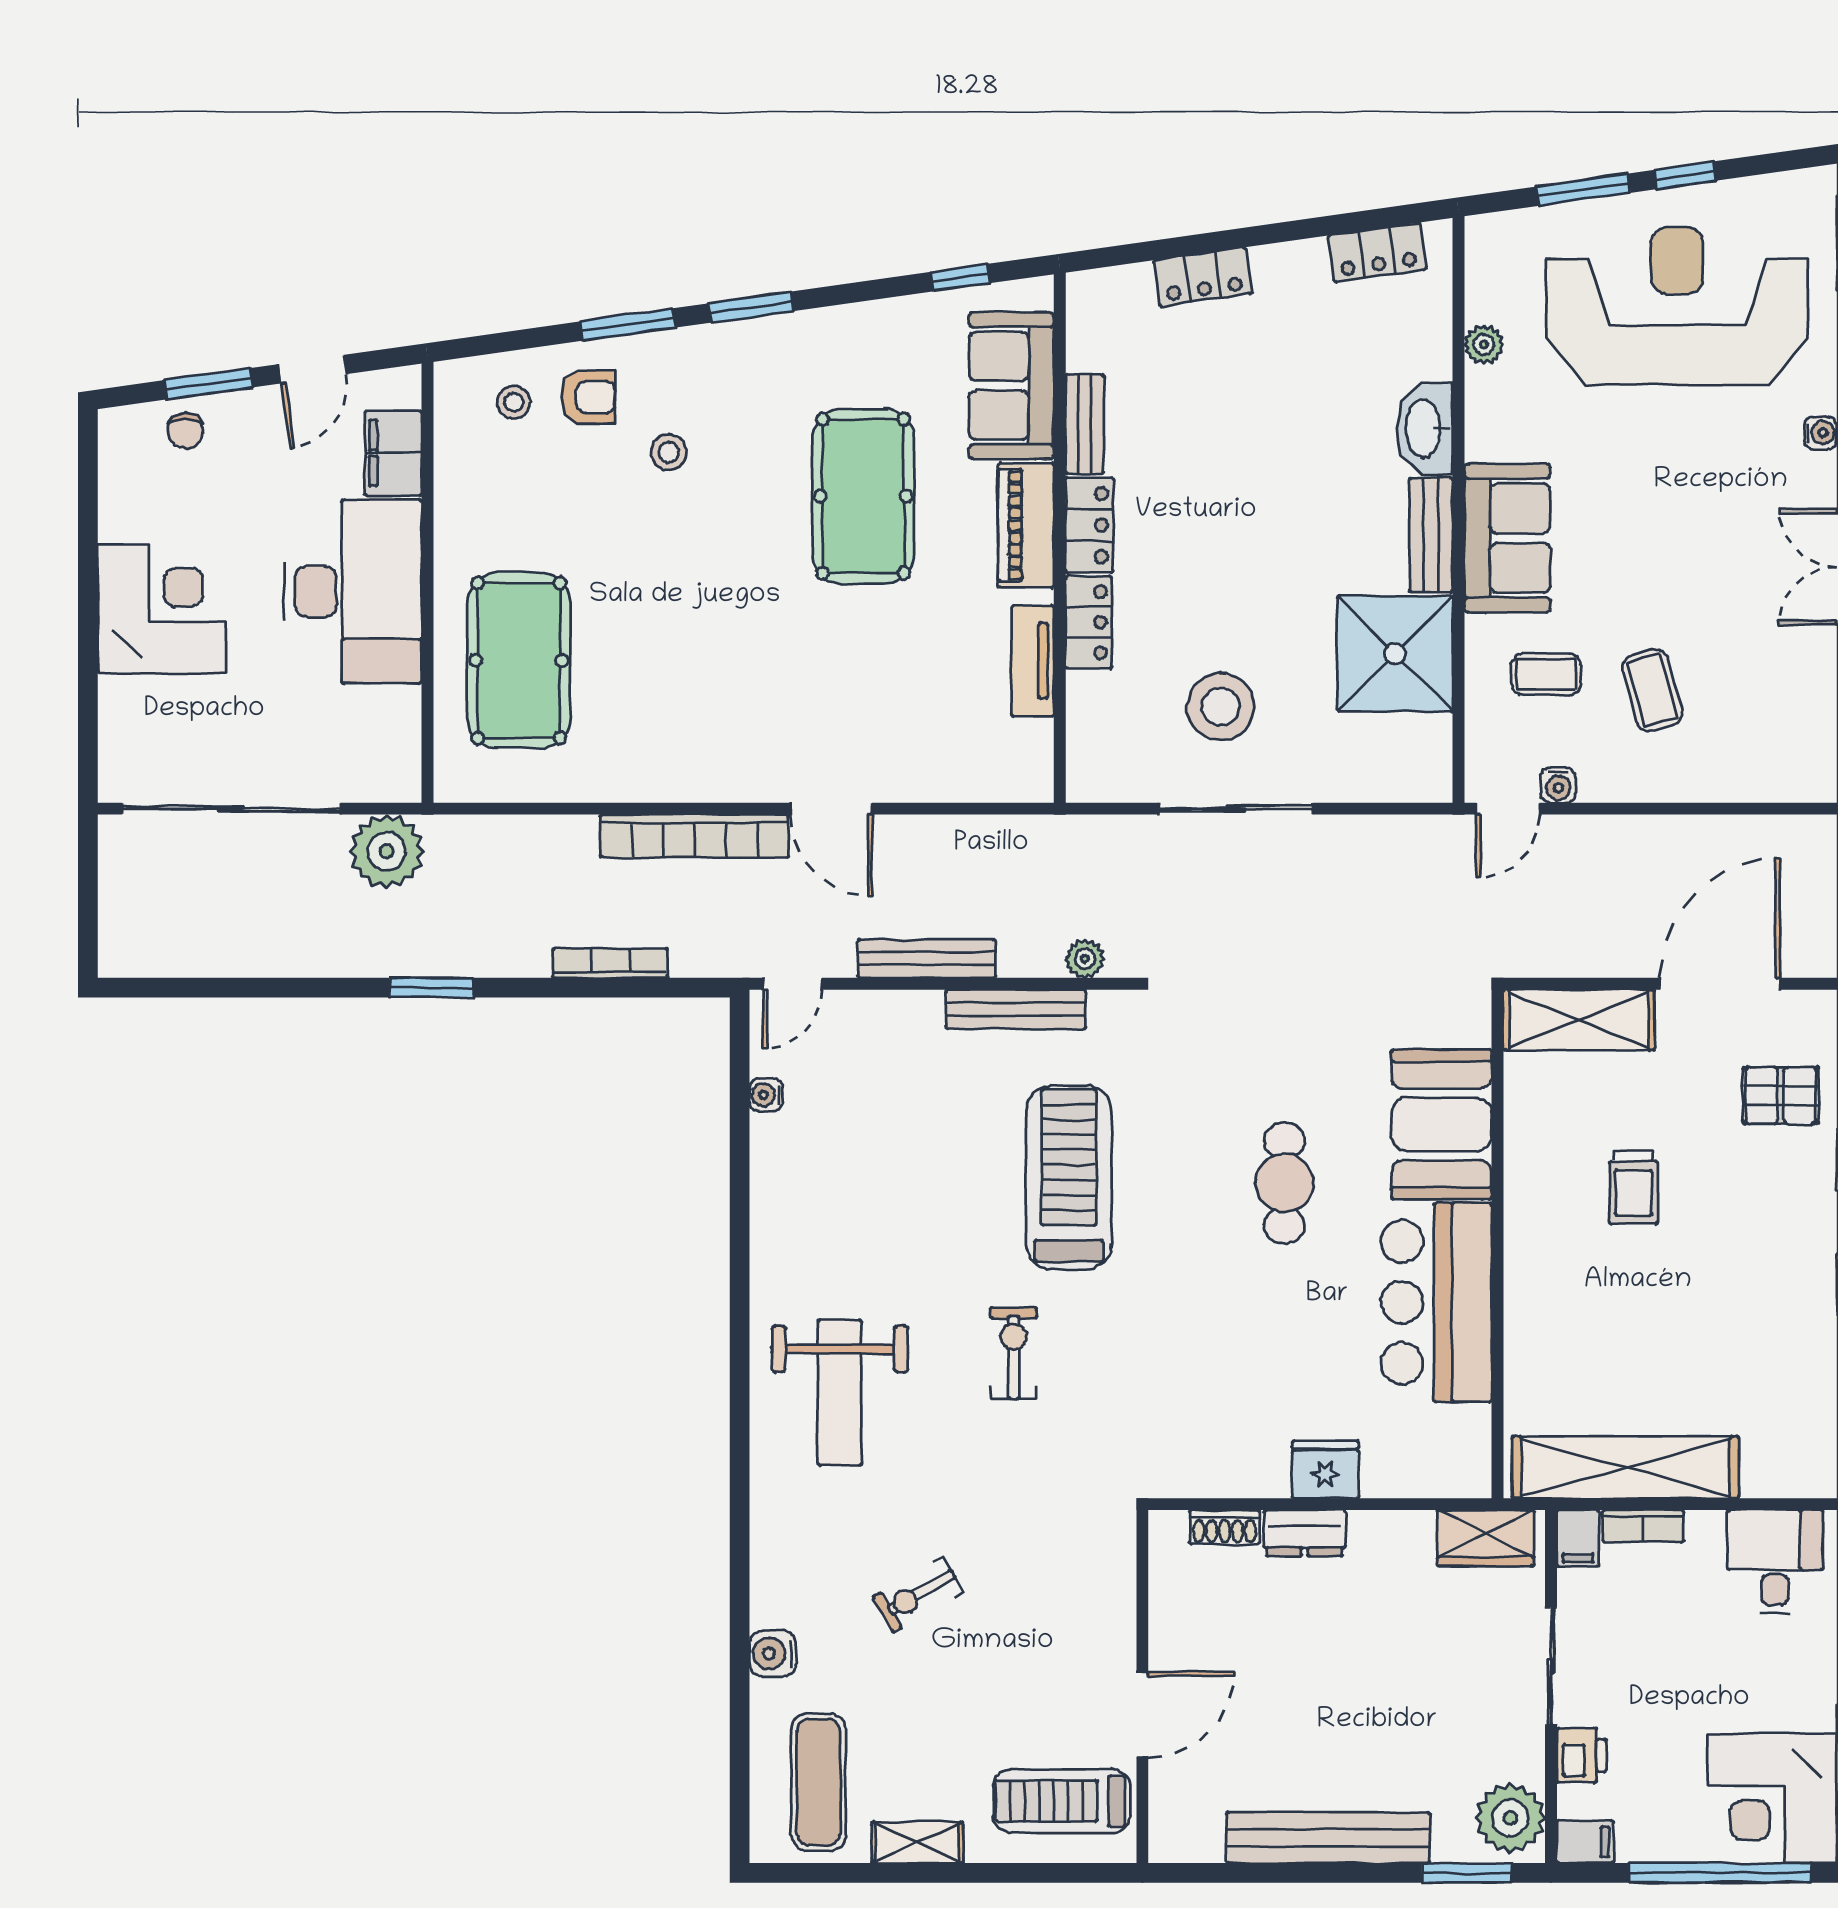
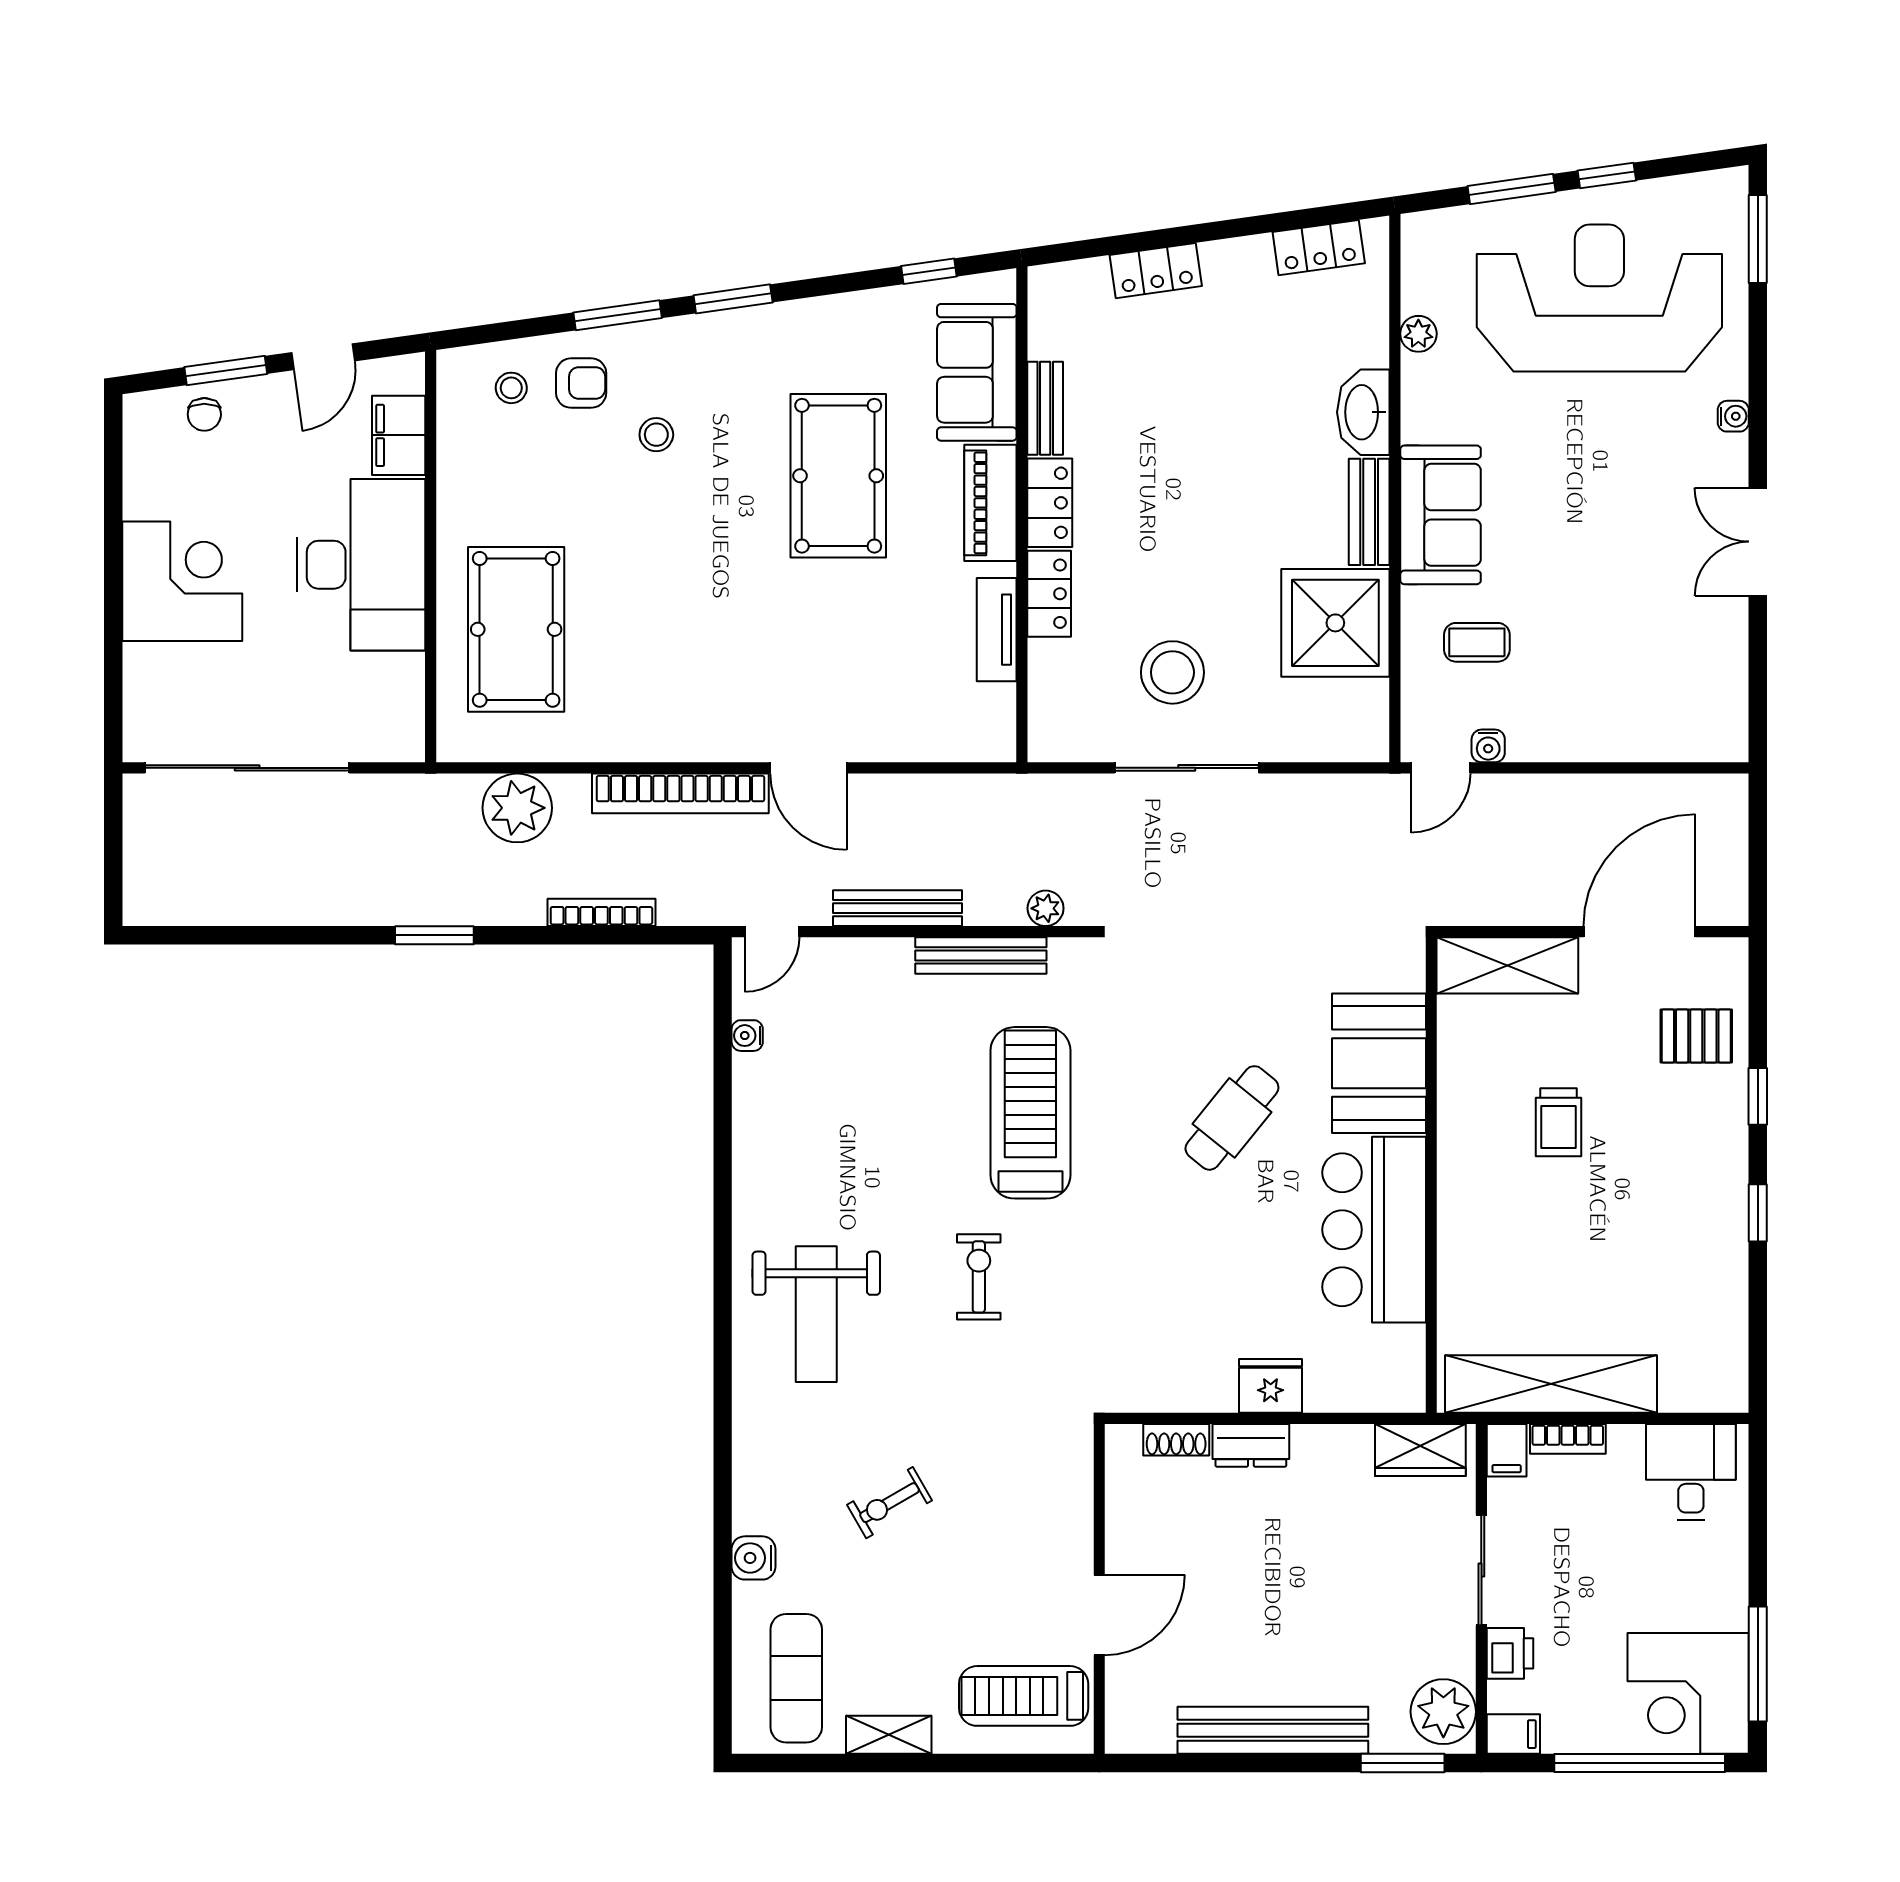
coffee table: (1652, 690) -> (1576, 657), removed
plant: (387, 851) -> (517, 808), moved
cafe table: (1284, 1183) -> (1232, 1118), turned 39

